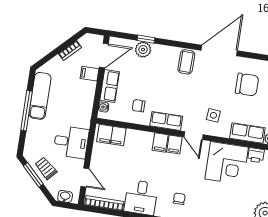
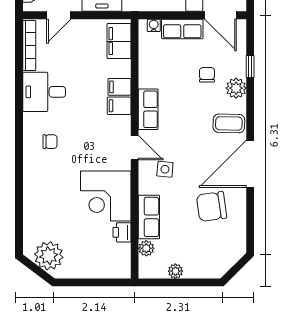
plant: (143, 50) -> (236, 88), moved
door: (219, 50) -> (250, 164), swing flipped
chair: (247, 85) -> (212, 207), turned 82
chair: (139, 106) -> (207, 75), moved
door: (194, 136) -> (135, 148), swing flipped
filing cabinet: (174, 144) -> (119, 87), moved

